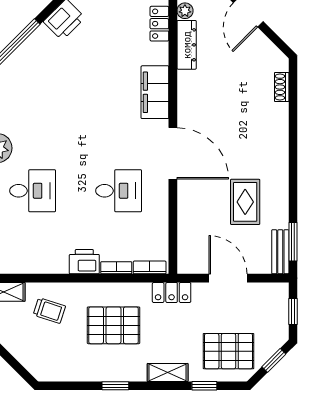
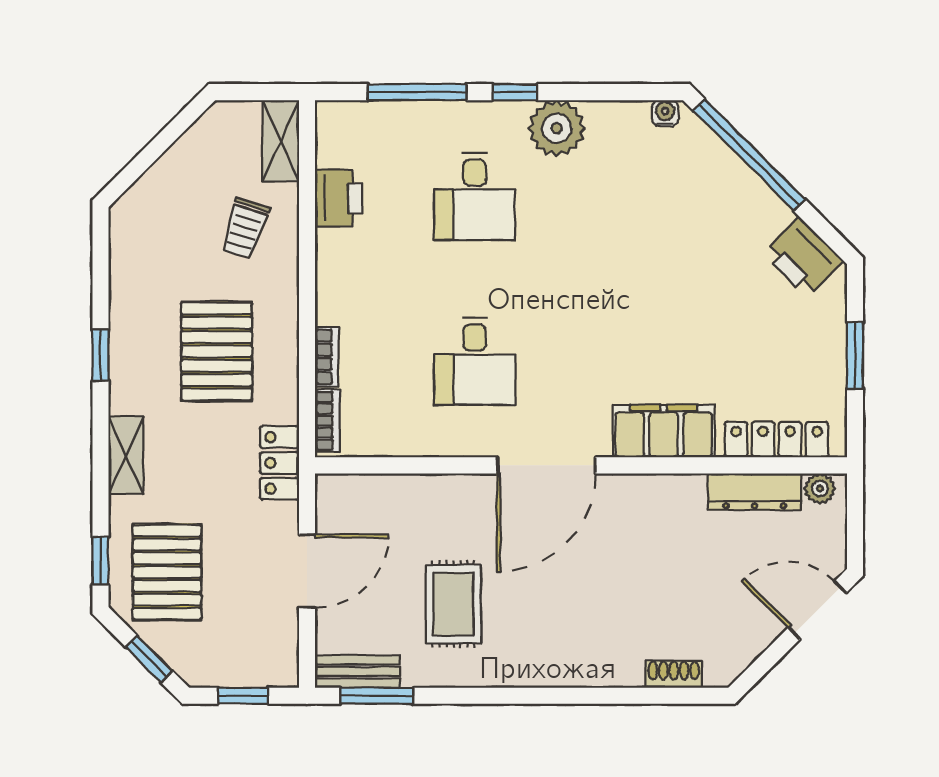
locker: (159, 24) -> (777, 440), width x1.53
rug: (245, 202) -> (453, 604), turned 90
printer: (84, 262) -> (339, 198), moved
window: (204, 386) -> (101, 561), moved

